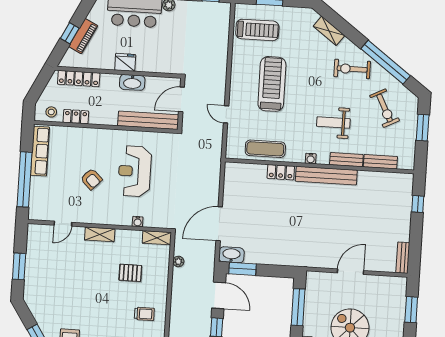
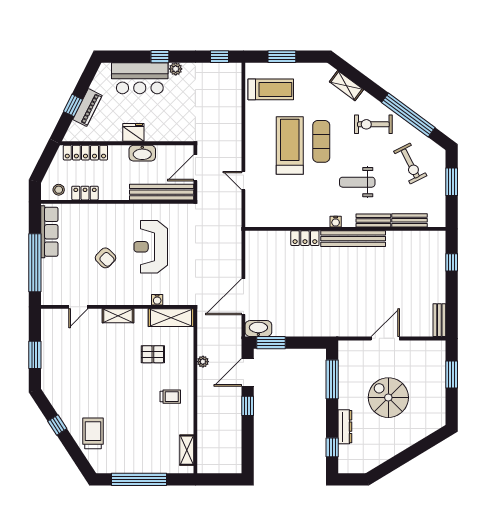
exercise mat: (265, 149) -> (321, 141), moved, turned 90
shelving: (157, 238) -> (171, 318), width x1.50, depth x1.33
plant: (178, 261) -> (203, 362), moved
door: (219, 295) -> (248, 372), swing flipped

